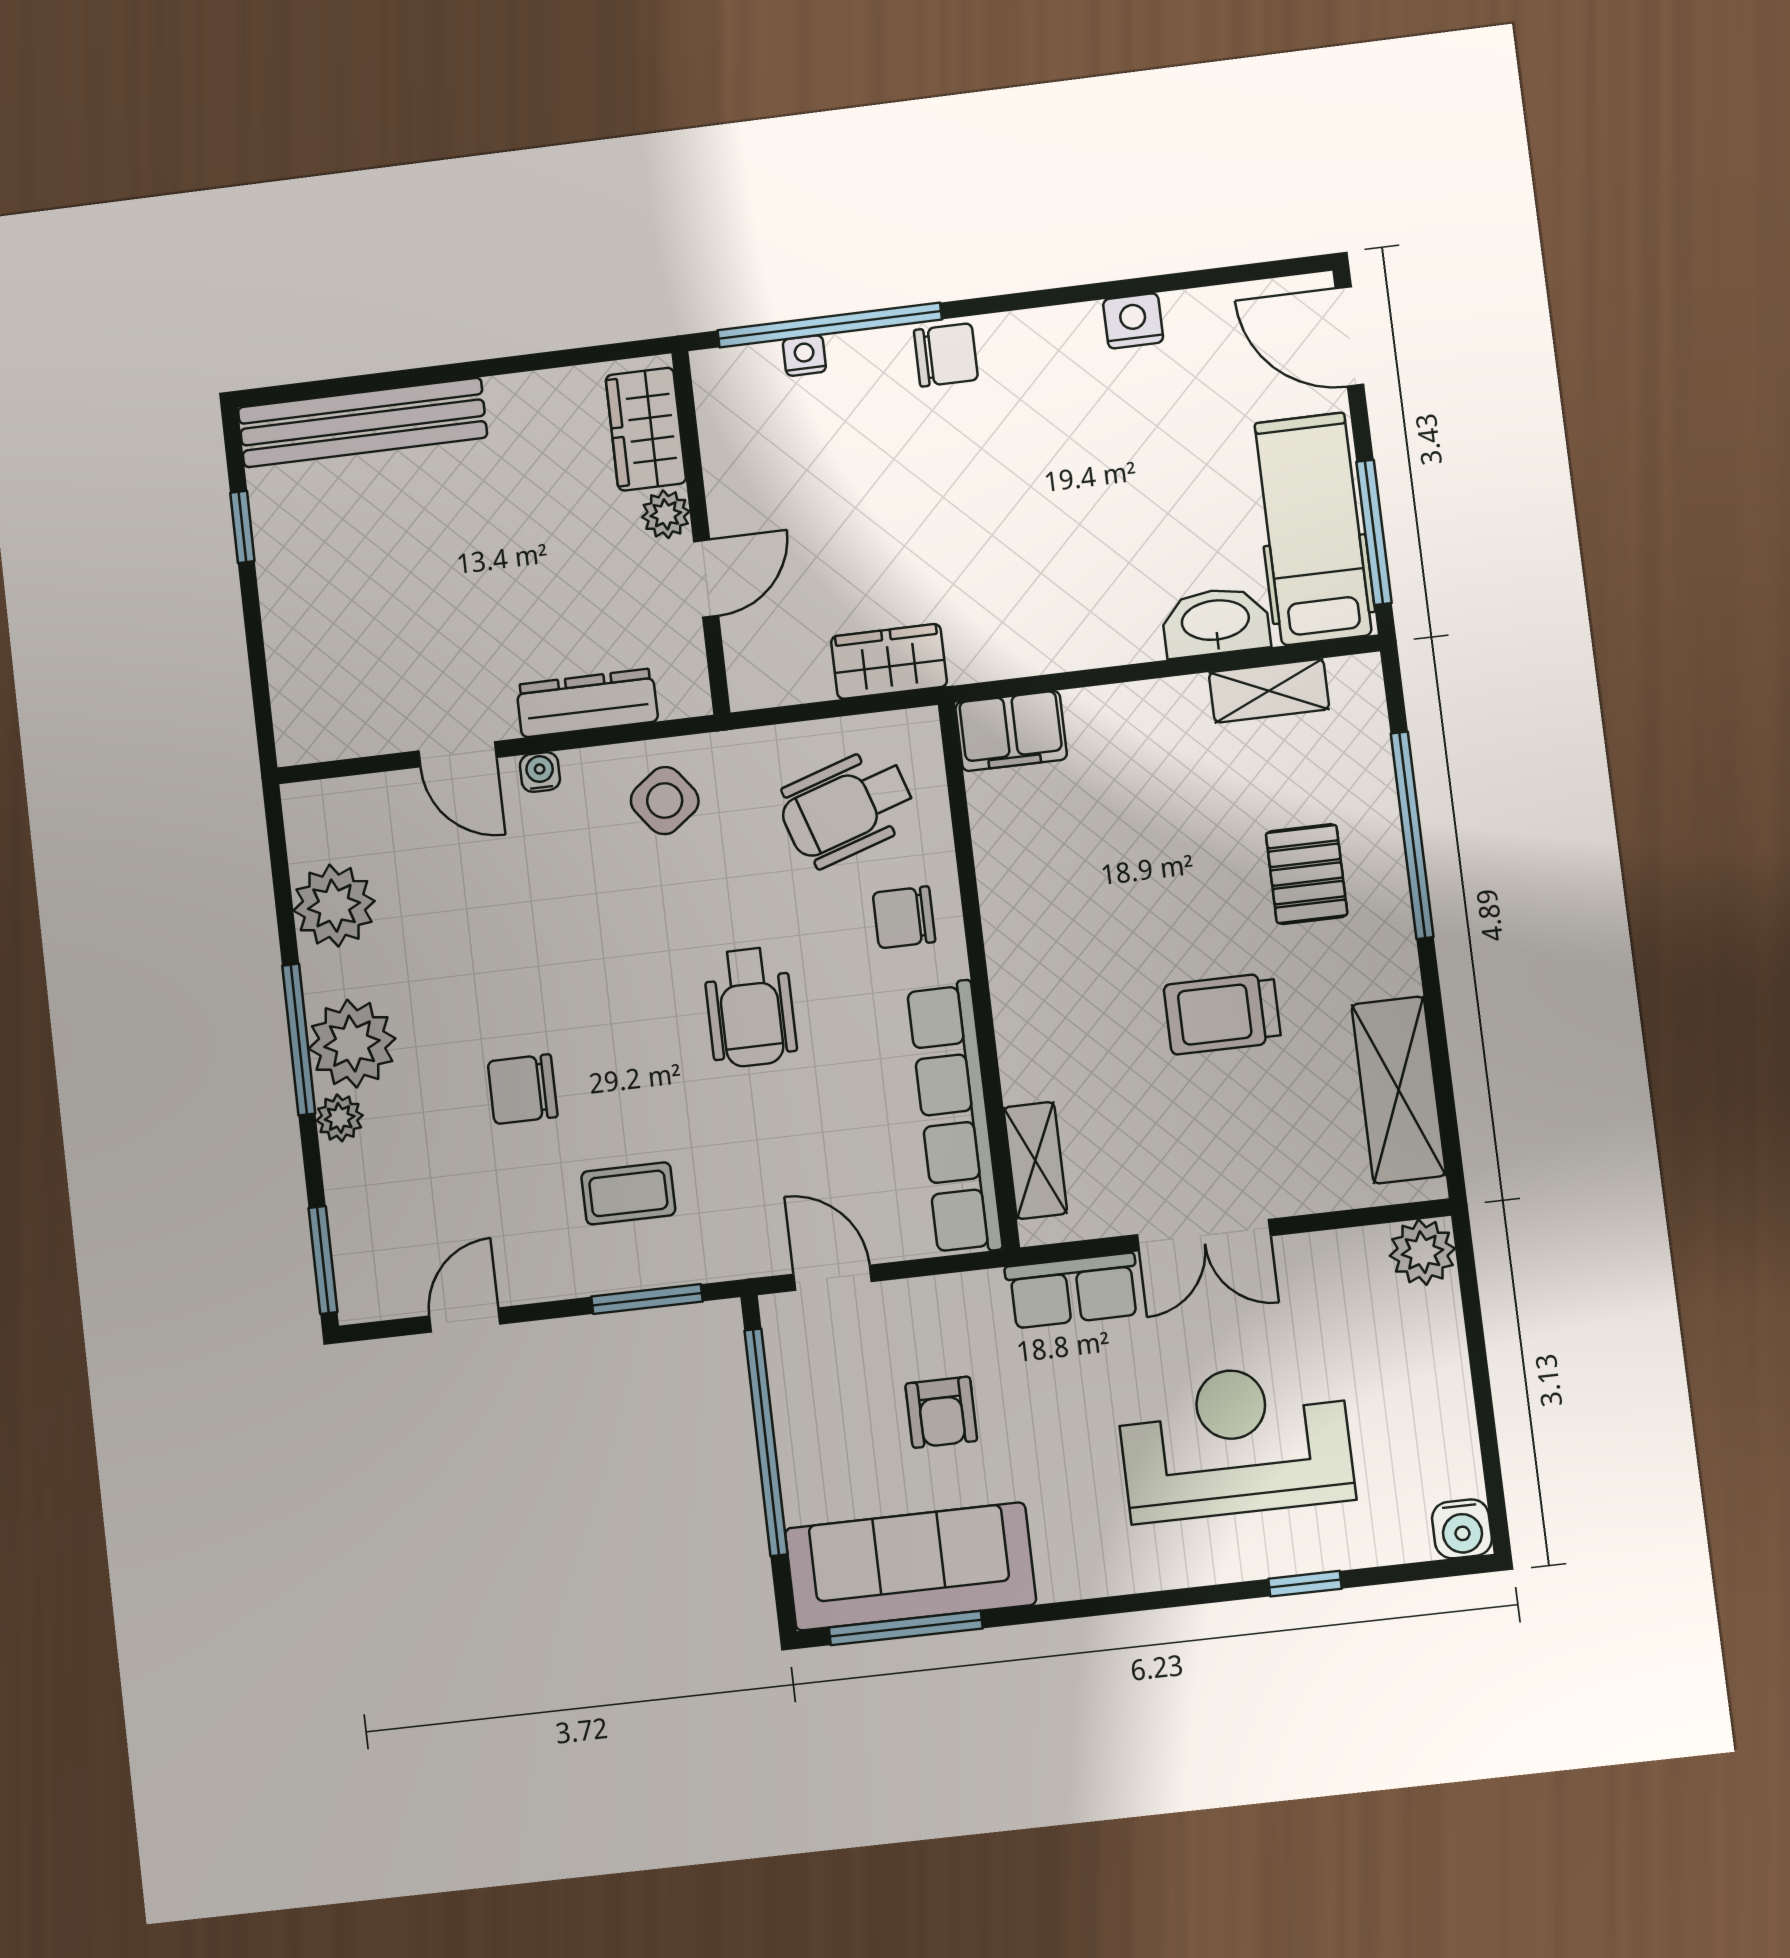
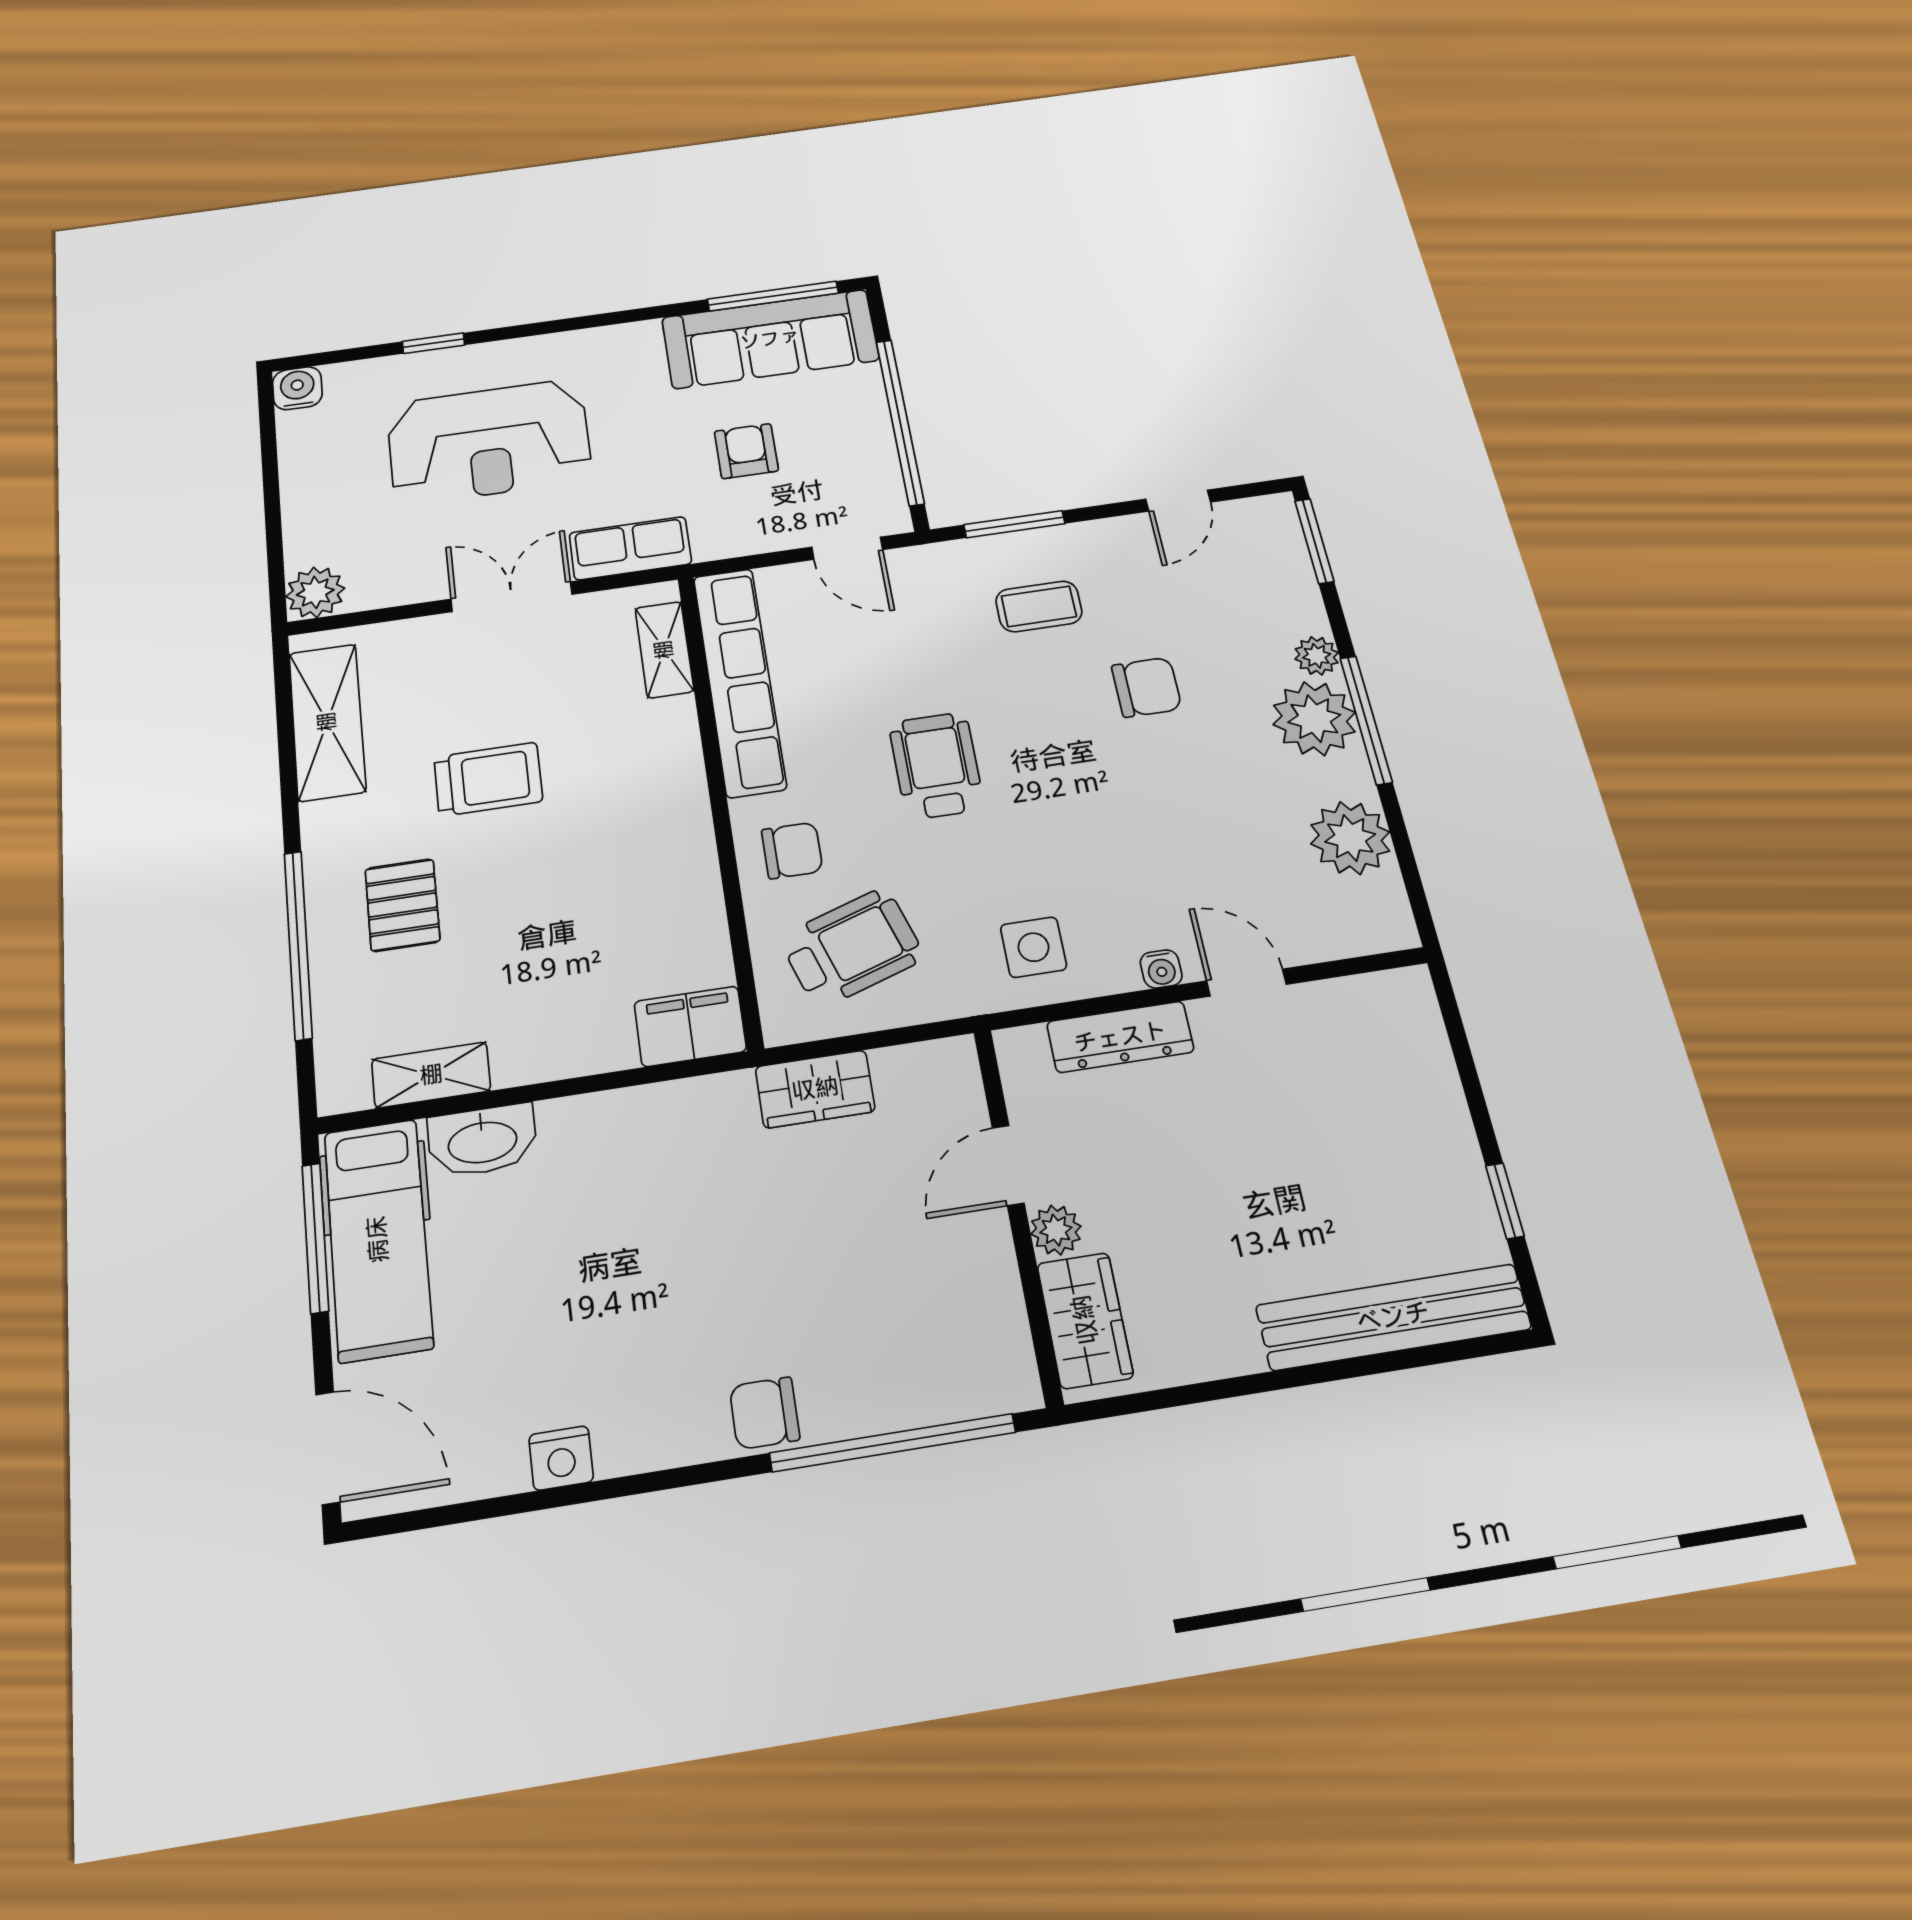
nightstand: (804, 356) -> (919, 1407), removed
side table: (665, 801) -> (1034, 947), turned 37

